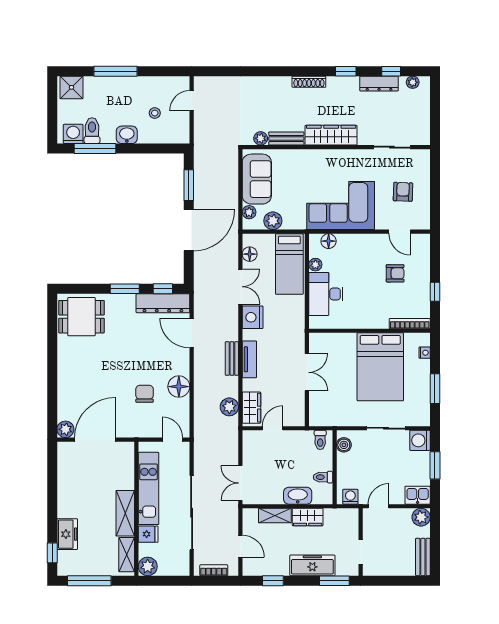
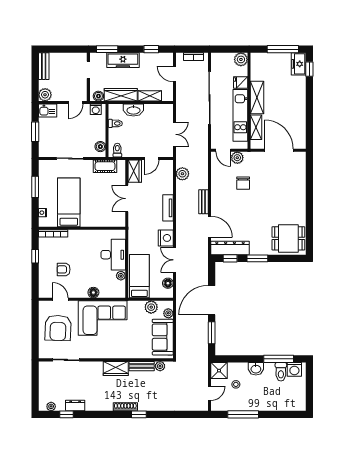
window: (115, 71) -> (243, 414), moved
window: (346, 71) -> (139, 414), moved
dresser: (379, 84) -> (75, 405), width x0.70
shower: (72, 87) -> (219, 371), moved
wardrobe: (331, 135) -> (116, 368), width x0.67
armchair: (403, 192) -> (58, 328), width x1.88, depth x1.88
floor lamp: (329, 241) -> (93, 293), moved
bench: (232, 359) -> (203, 202), moved
bed: (380, 367) -> (69, 202), width x0.67
floor lamp: (179, 387) -> (219, 188), removed
wardrobe: (251, 408) -> (135, 171), moved, turned 180
cot: (337, 417) -> (105, 166), added
plant: (65, 429) -> (237, 158), moved
door: (95, 440) -> (279, 150), swing flipped
washing machine: (420, 440) -> (46, 150), removed
double door: (240, 483) -> (175, 134), moved
boiler: (347, 515) -> (98, 96), added
wardrobe: (308, 517) -> (121, 95), width x1.50
freezer: (67, 534) -> (299, 64), moved
shelving: (127, 555) -> (256, 127), moved

